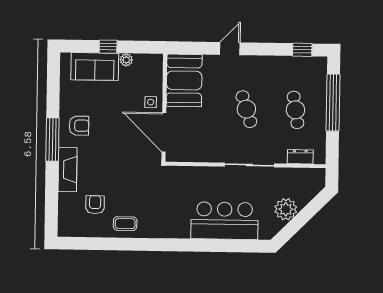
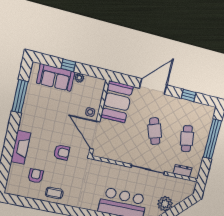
door: (230, 49) -> (153, 87), width x1.88
window: (302, 50) -> (189, 95), moved
armchair: (79, 126) -> (62, 152), moved
window: (52, 140) -> (20, 96), moved

